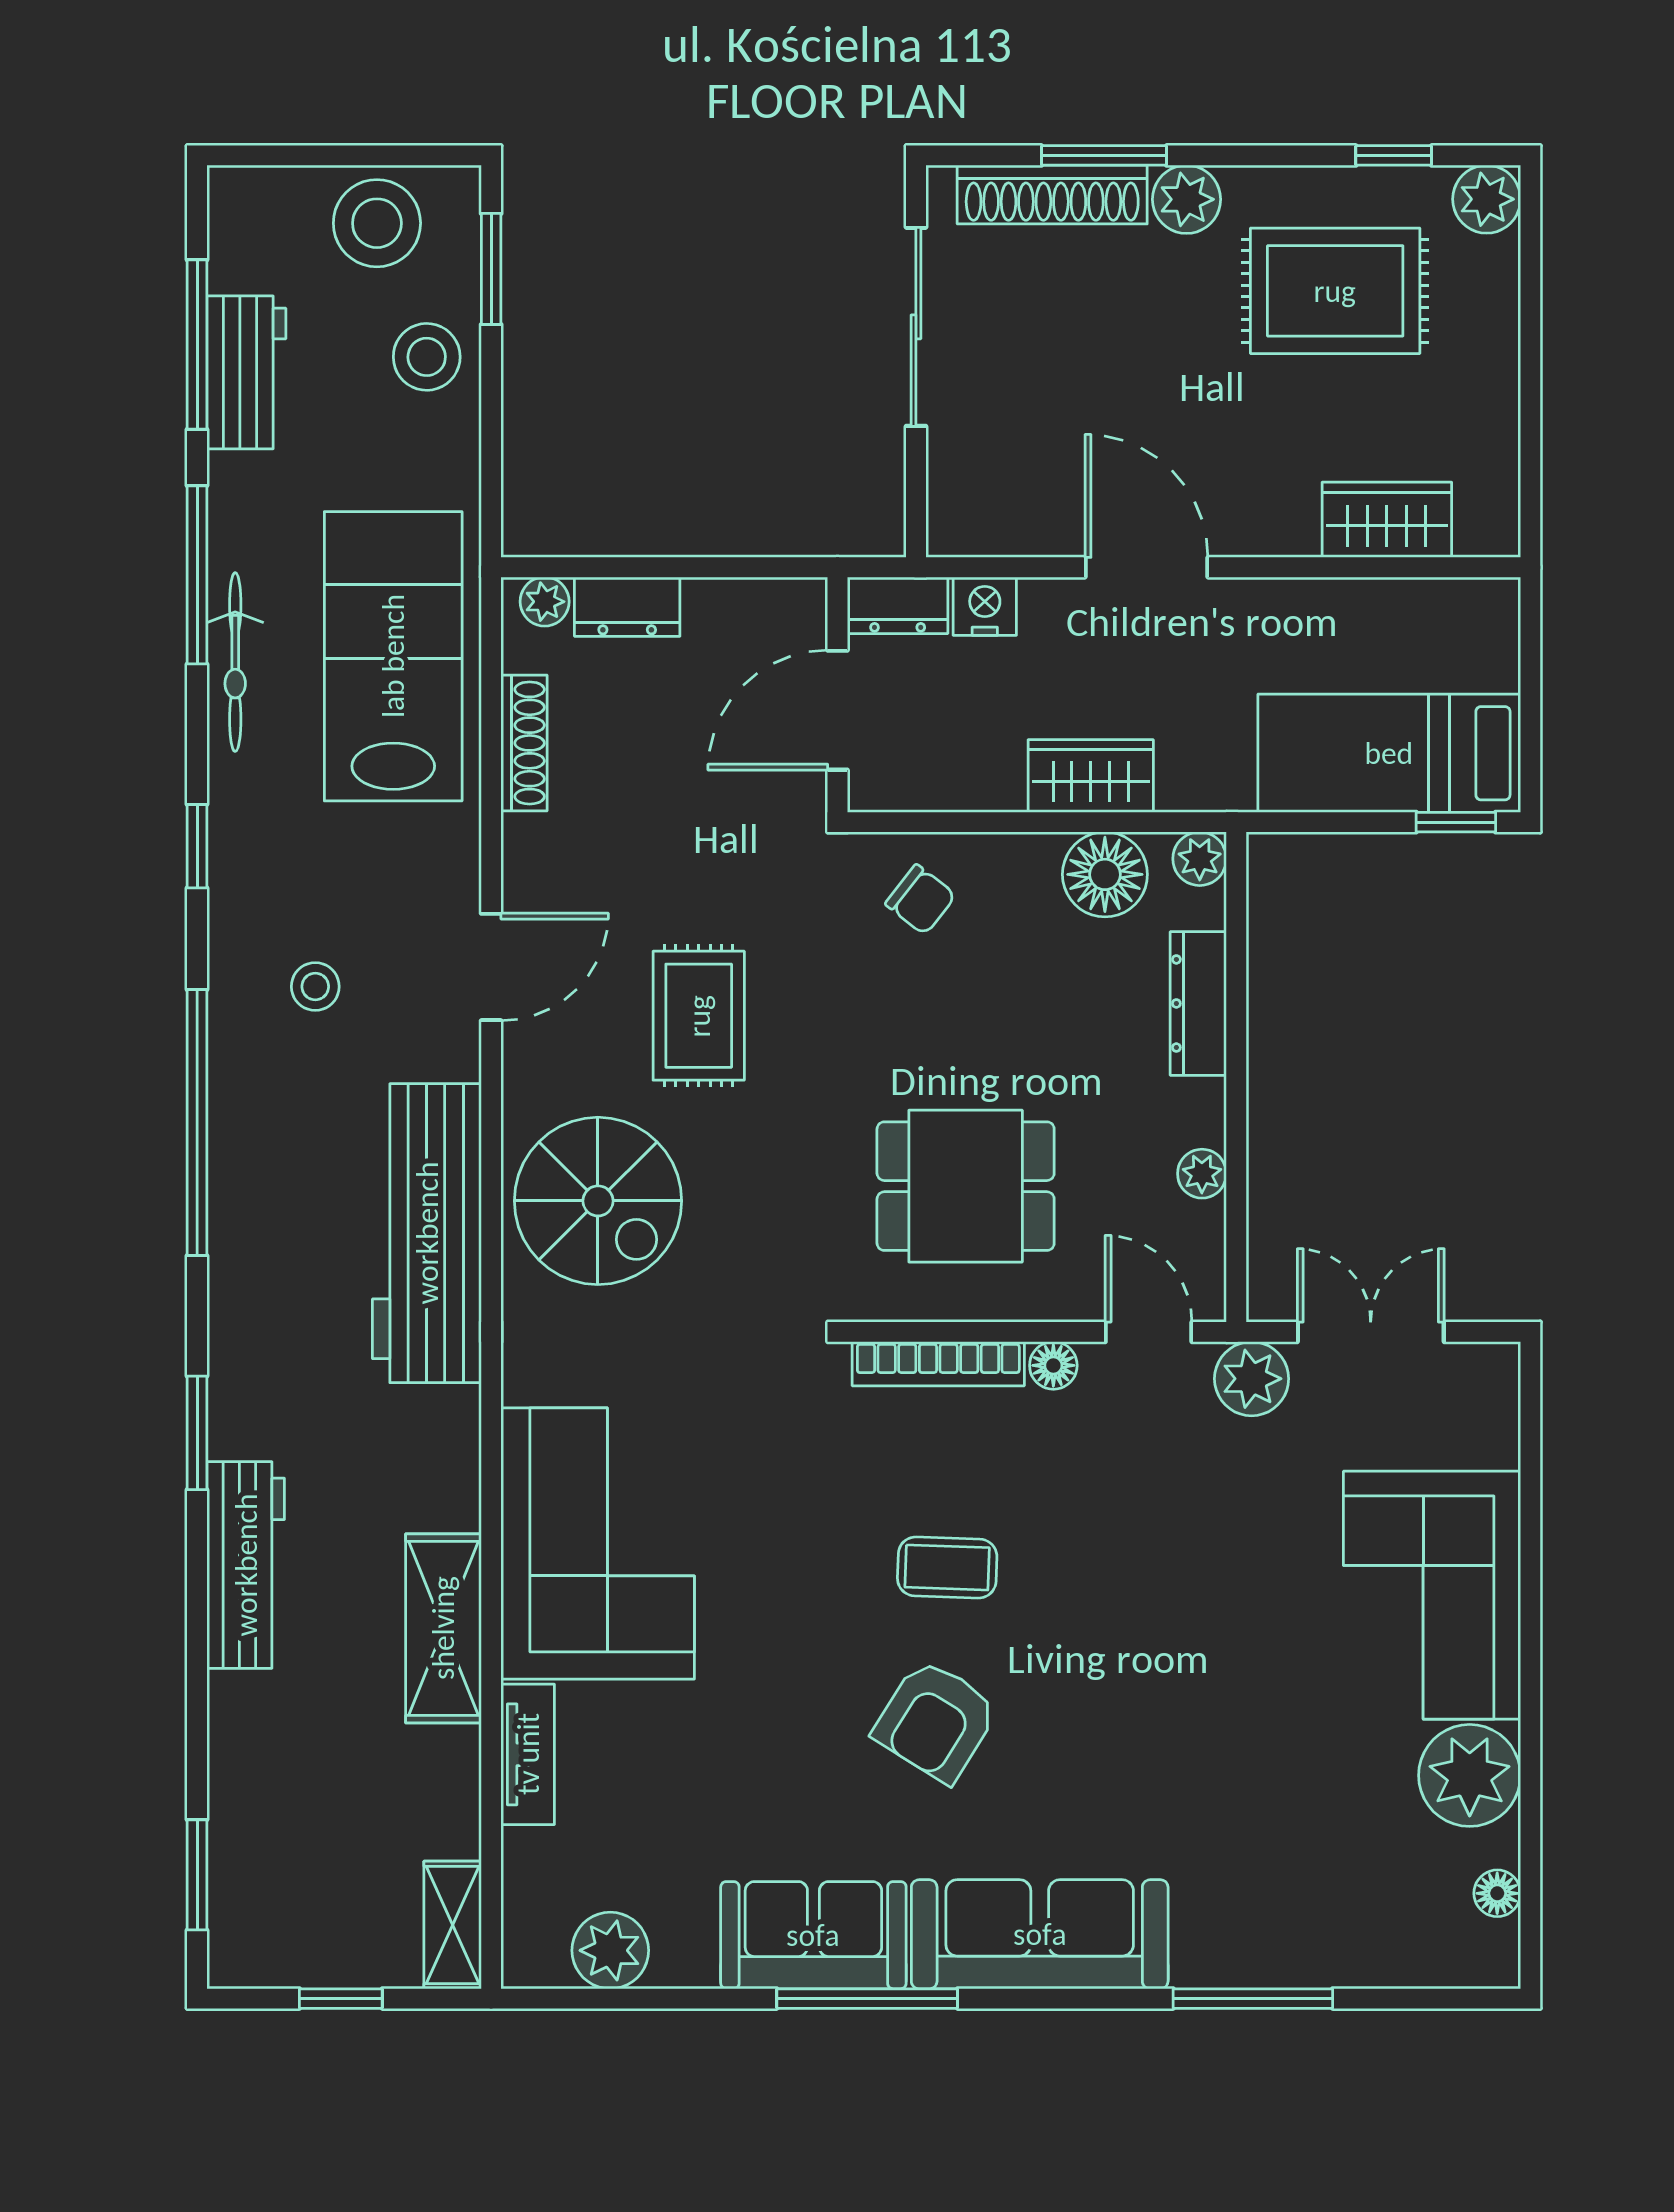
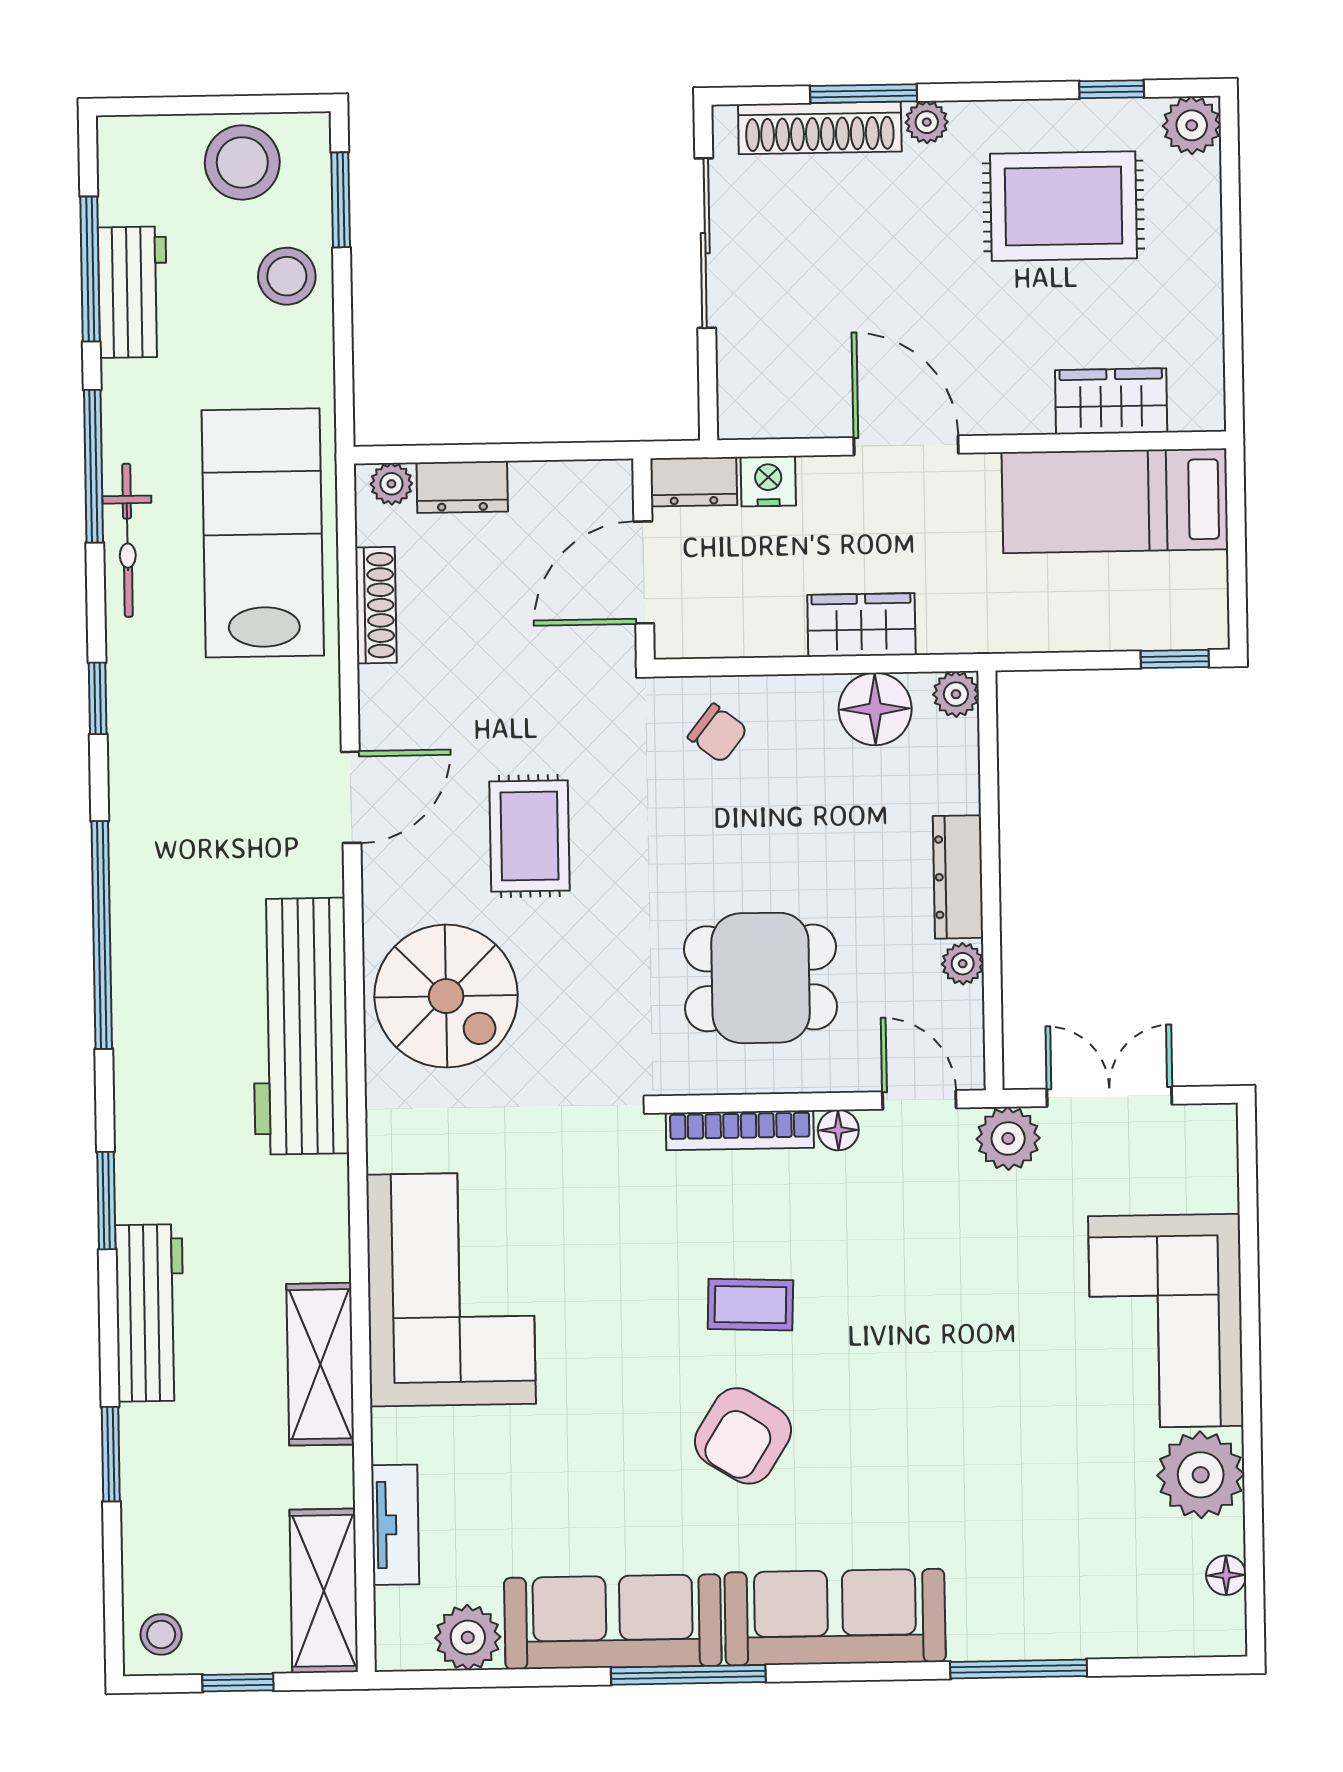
plant: (1186, 199) -> (927, 122), width x0.73, depth x0.73
bed: (1389, 753) -> (1115, 501), moved
stool: (315, 987) -> (161, 1634), moved
dresser: (1198, 1003) -> (958, 877), moved
tv unit: (528, 1754) -> (395, 1525), moved
window: (197, 1875) -> (111, 1454), moved
shelving: (453, 1925) -> (324, 1591), width x1.50, depth x1.33
sofa: (813, 1935) -> (613, 1622), width x1.36

